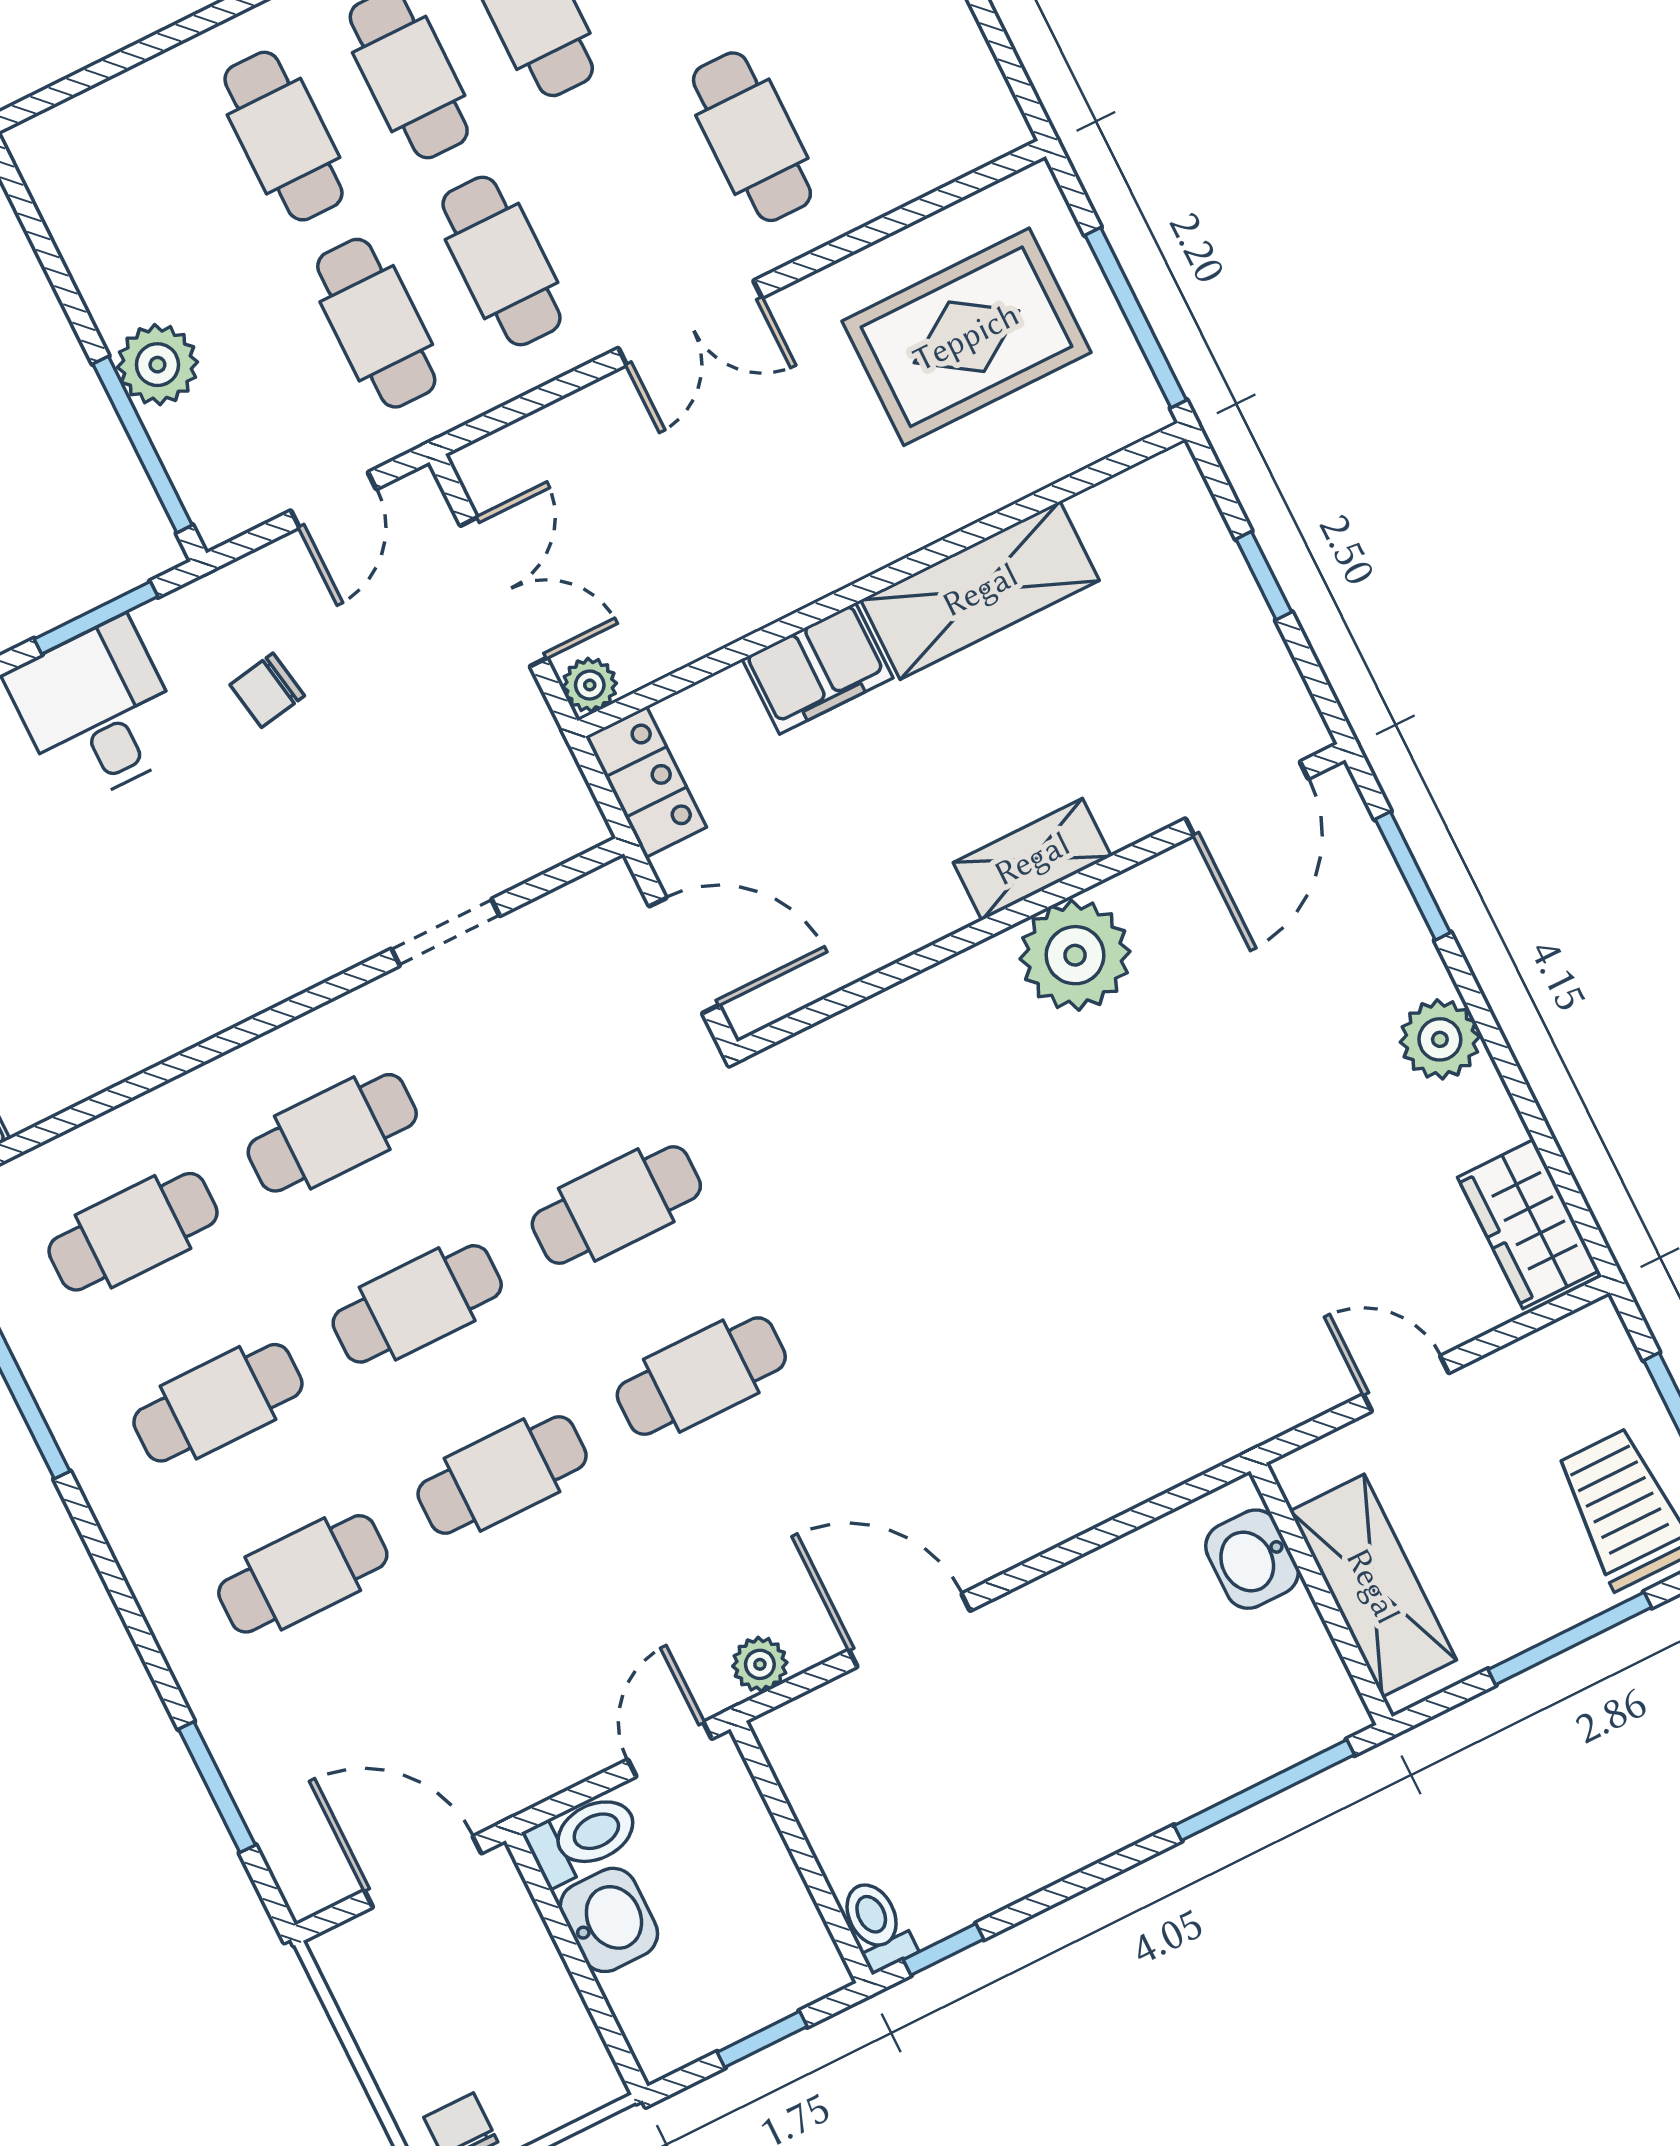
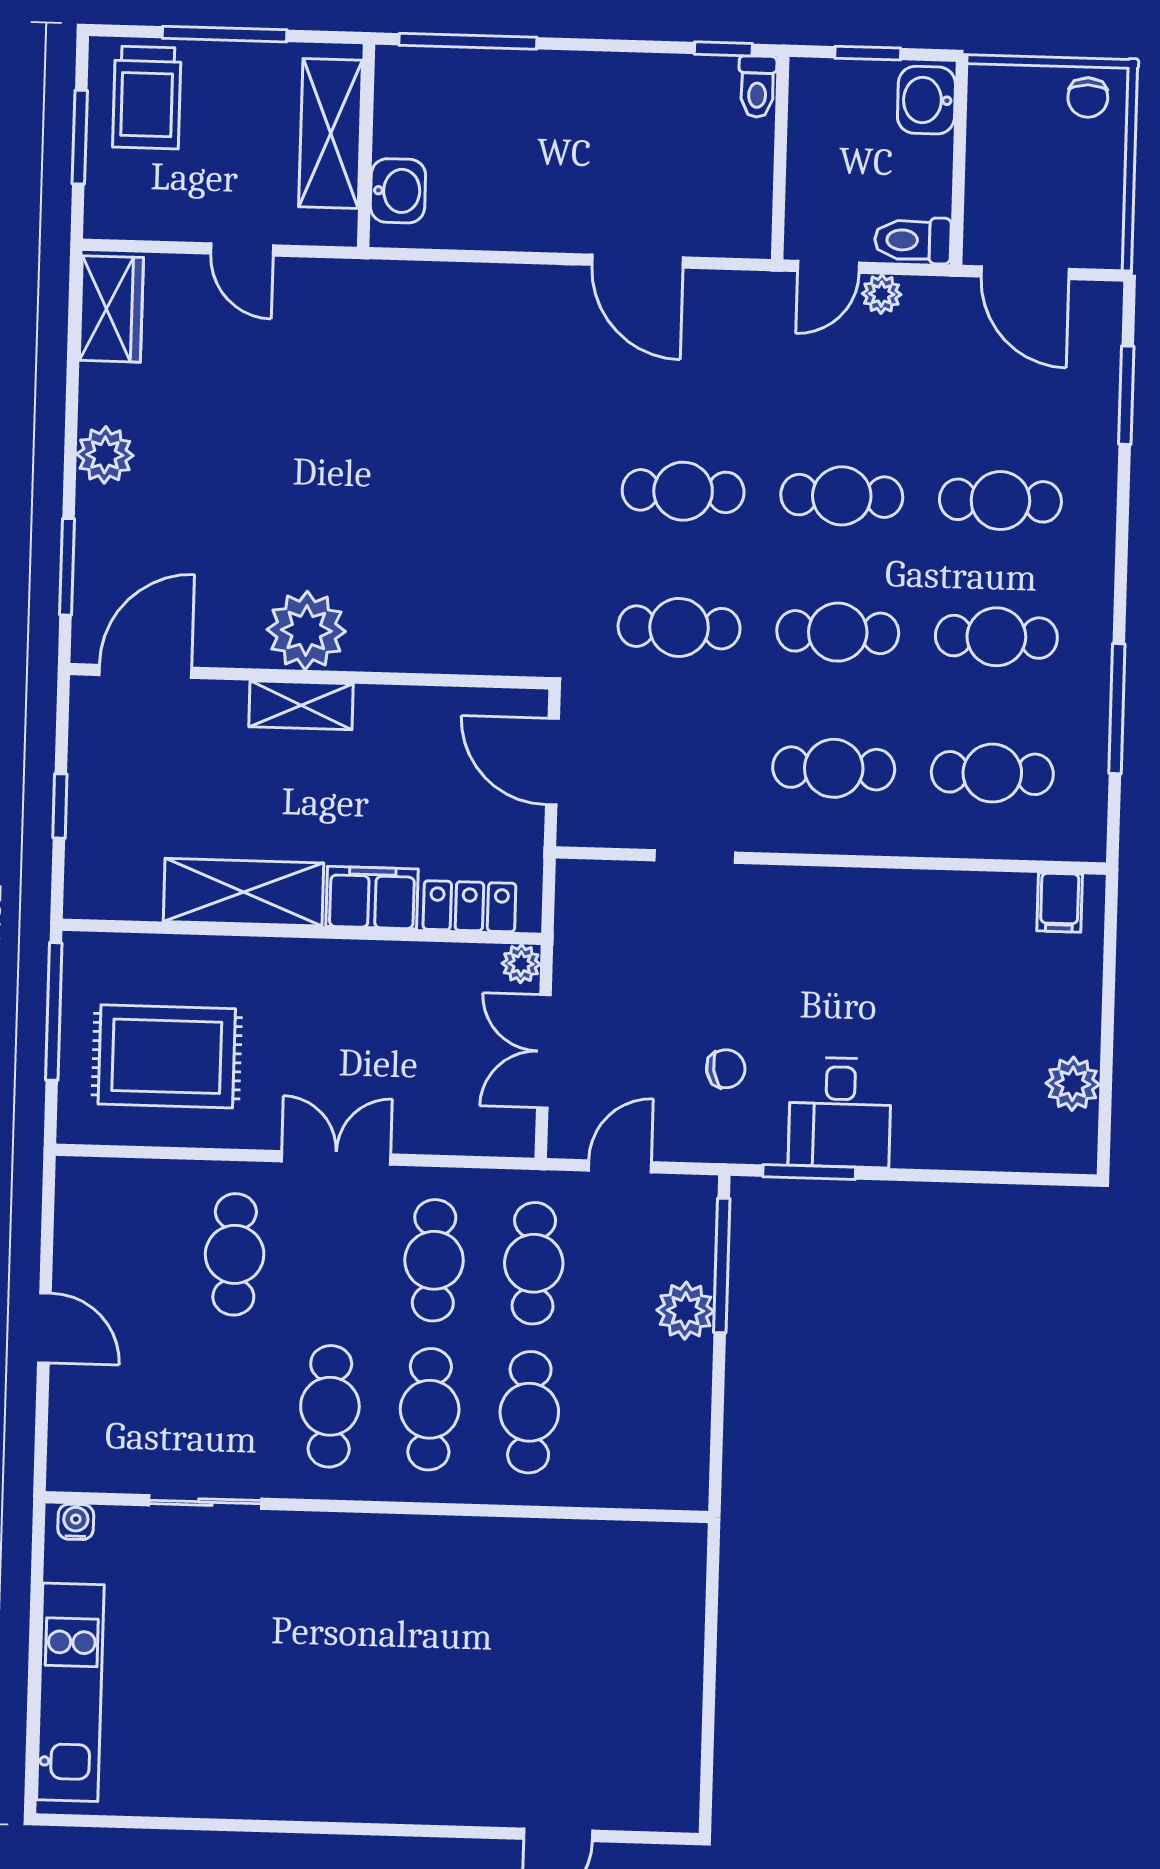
locker: (646, 782) -> (469, 906), moved, turned 90
plant: (760, 1664) -> (882, 294), moved
washbasin: (609, 1920) -> (926, 100), moved

